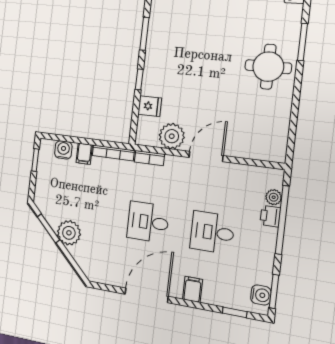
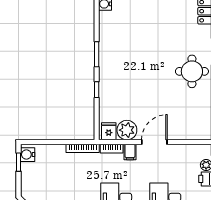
fridge: (150, 106) -> (109, 131), moved, turned -90
water cooler: (63, 150) -> (28, 155), moved, turned -90
filing cabinet: (84, 154) -> (130, 152), moved

